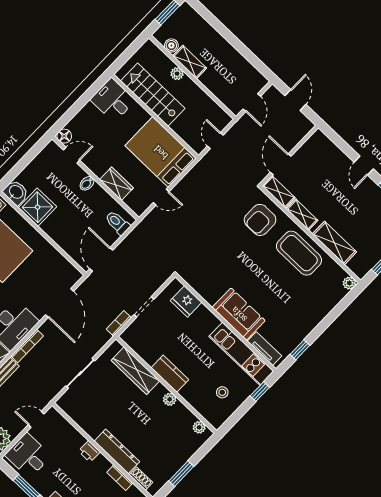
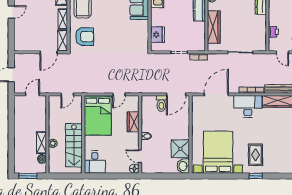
door: (161, 197) -> (119, 94), swing flipped
toilet: (117, 223) -> (161, 103), moved
printer: (89, 451) -> (273, 32), moved

